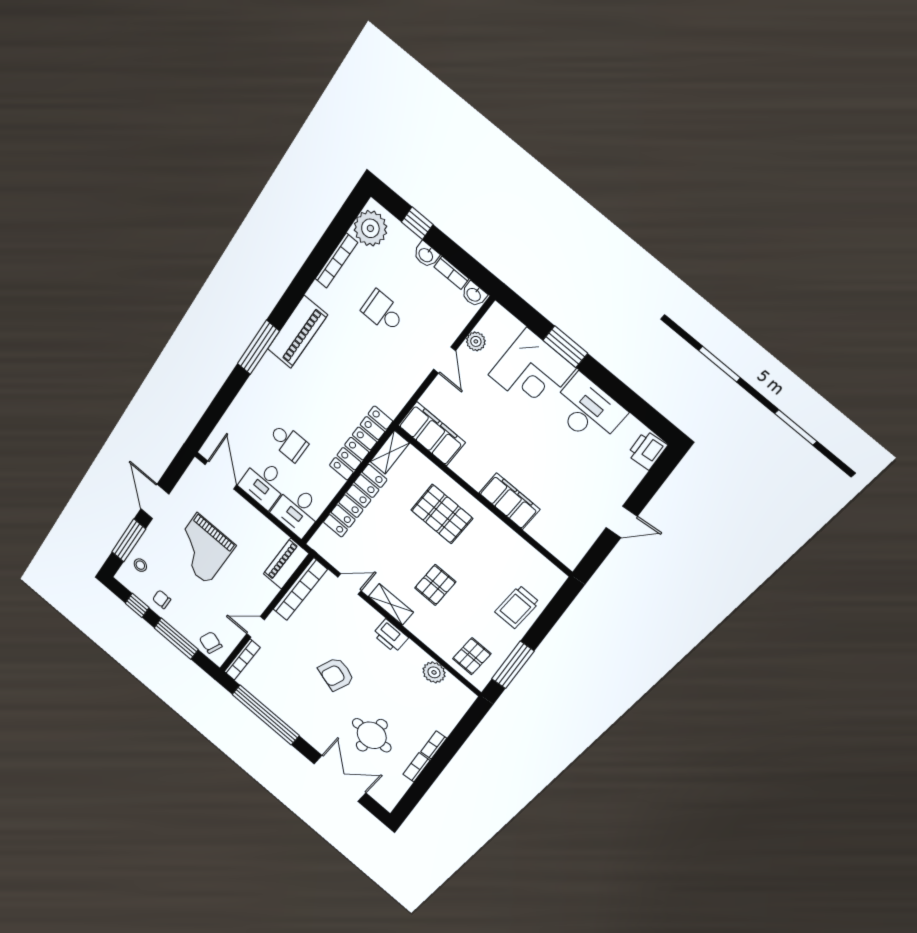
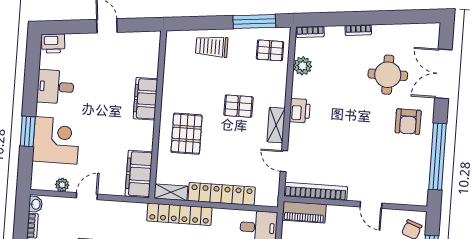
desk: (588, 410) -> (55, 87), width x0.73
trolley: (517, 607) -> (212, 47), turned 180
bookcase: (242, 660) -> (406, 199), removed
armchair: (336, 674) -> (408, 122), moved, turned 71
bookcase: (416, 767) -> (310, 32), moved

